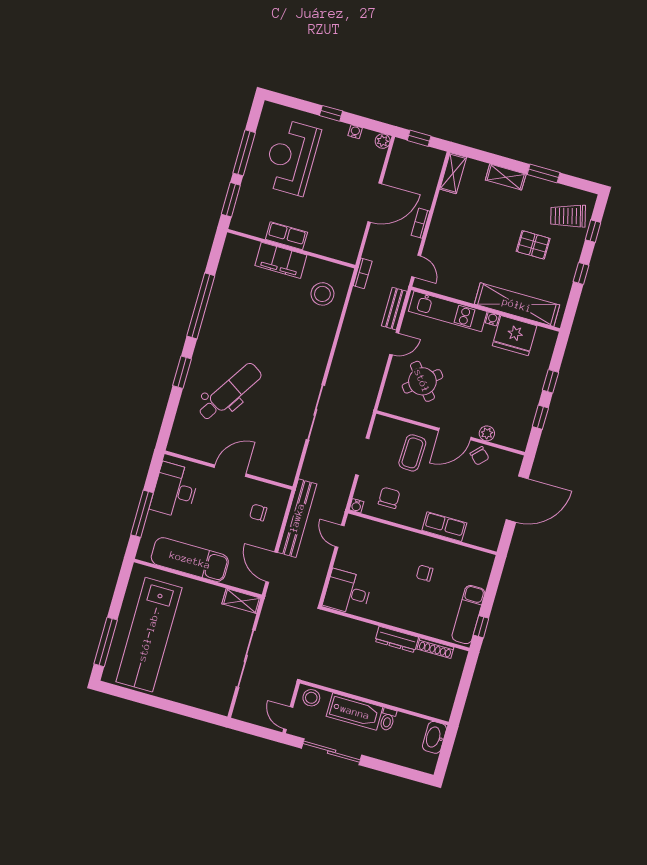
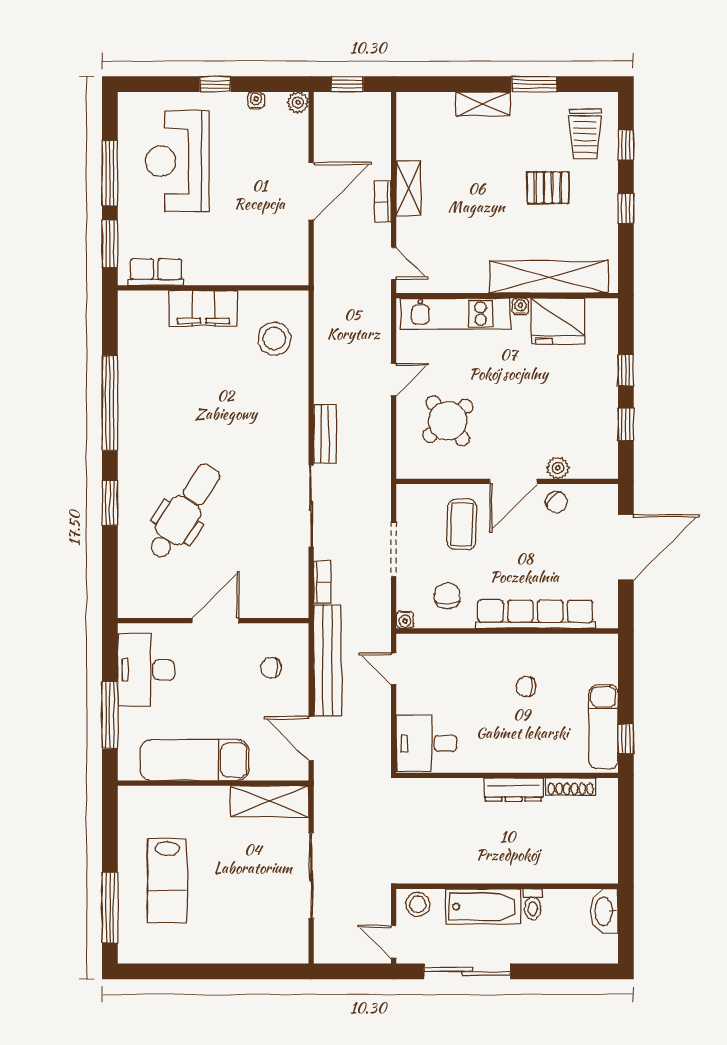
shelving: (453, 173) -> (409, 188), moved
trolley: (568, 216) -> (585, 134), turned -75
row of seats: (286, 236) -> (156, 272), moved
bookcase: (363, 273) -> (322, 582), moved
bench: (394, 309) -> (325, 434), moved
row of seats: (444, 527) -> (535, 614), width x2.02
shelving: (241, 601) -> (269, 801), width x1.50, depth x1.33
lab bench: (149, 635) -> (167, 881), width x0.54, depth x0.72

